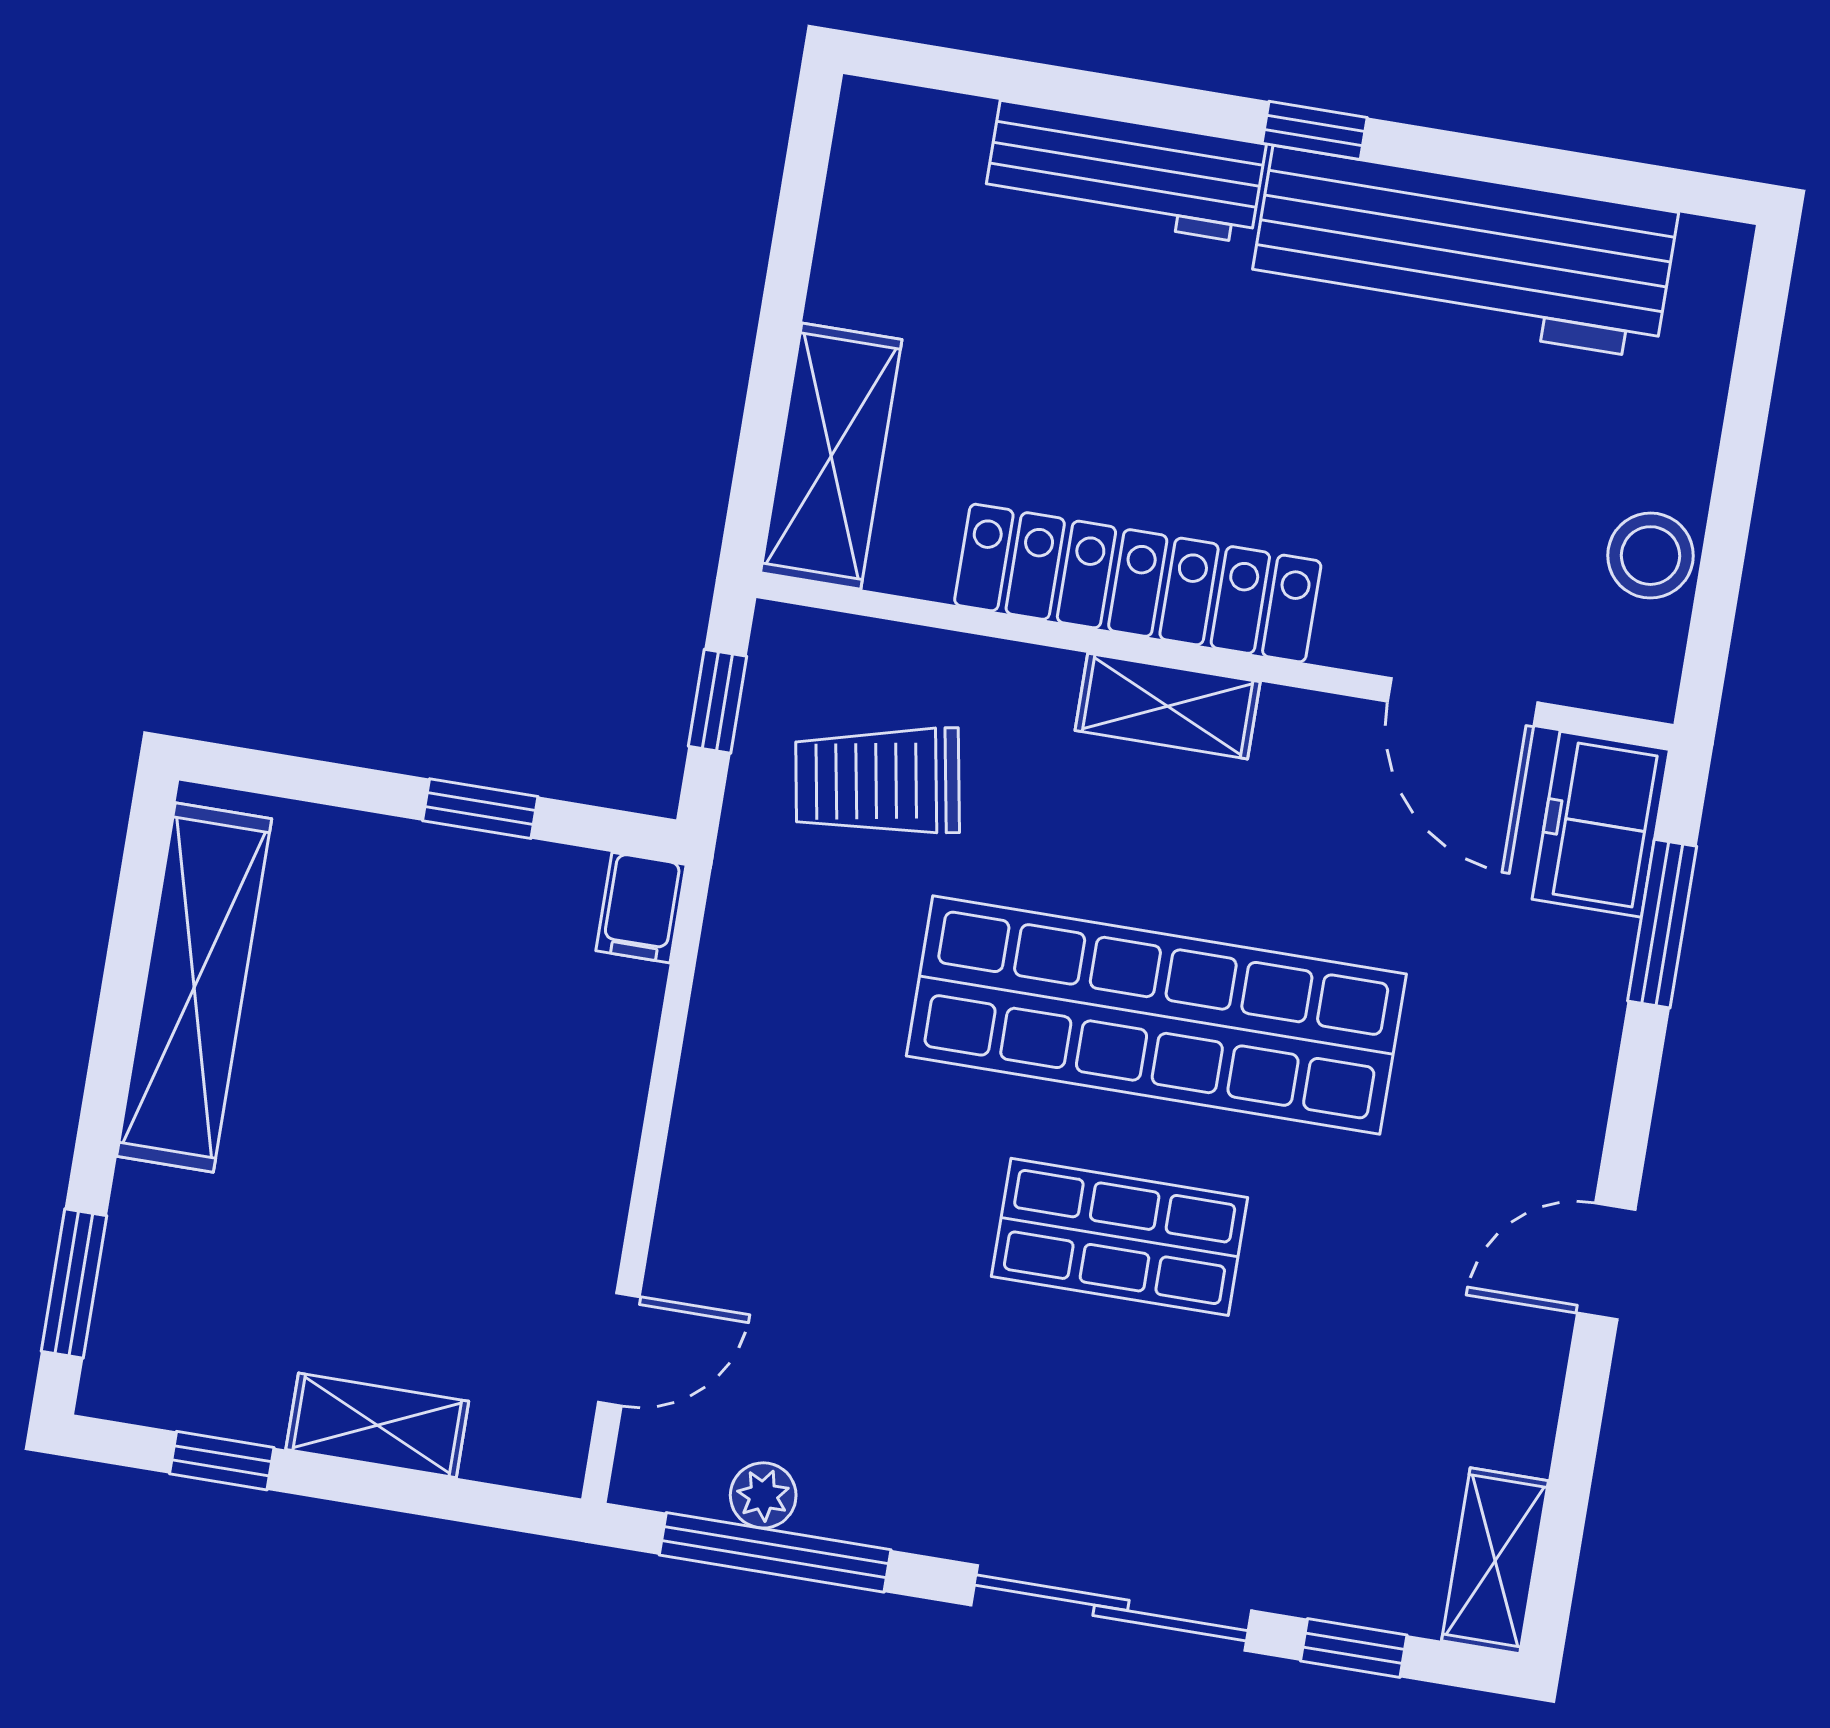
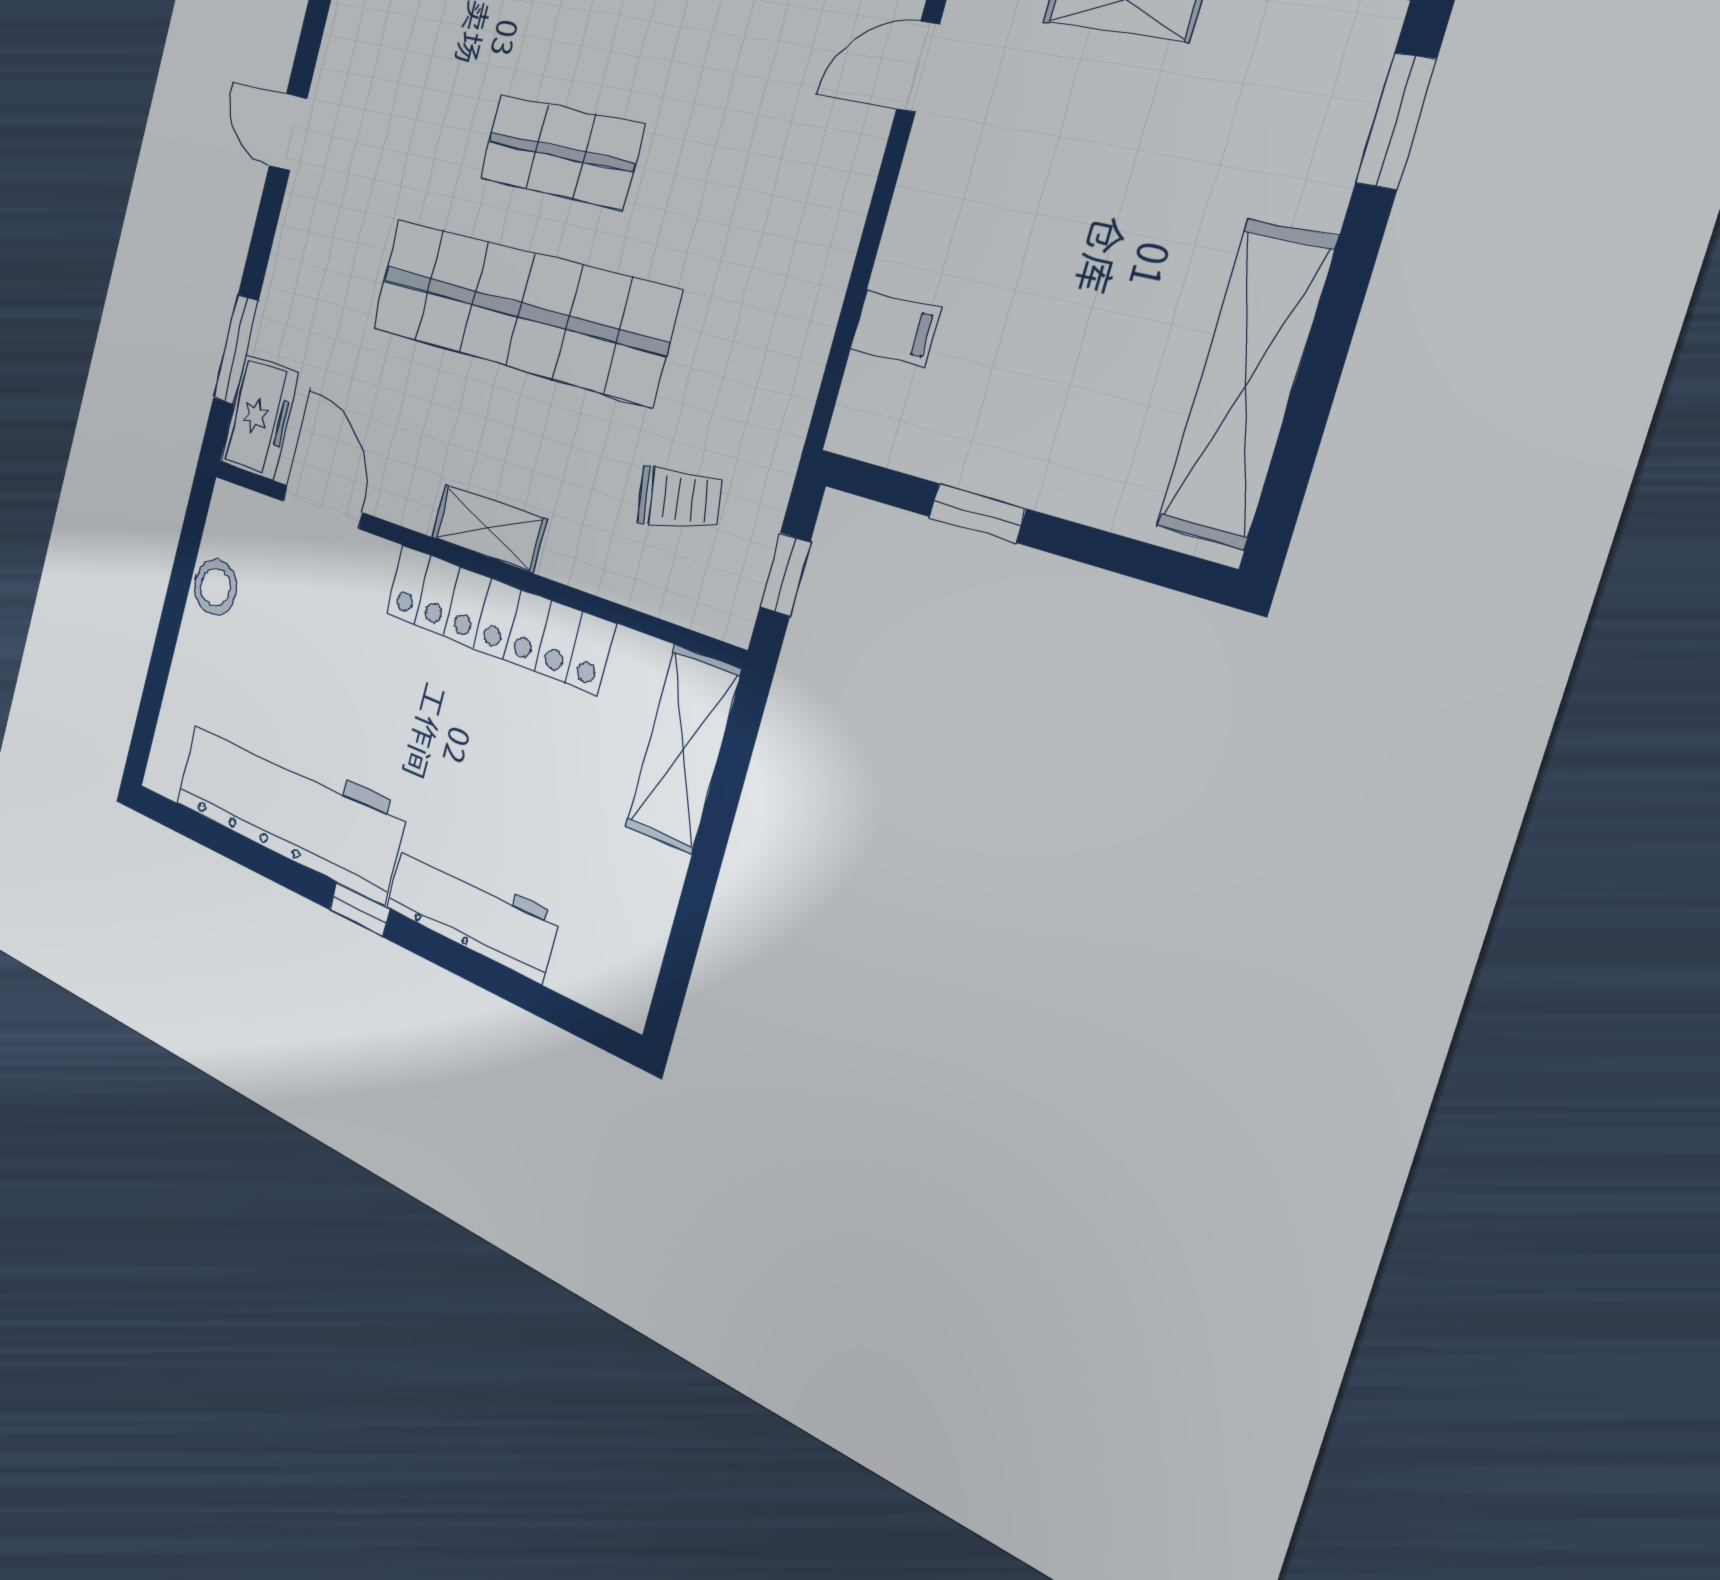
trolley: (877, 781) -> (680, 498), width x0.73, depth x0.72
filing cabinet: (641, 908) -> (895, 329), moved, turned 90
door: (1606, 1261) -> (288, 132), swing flipped

